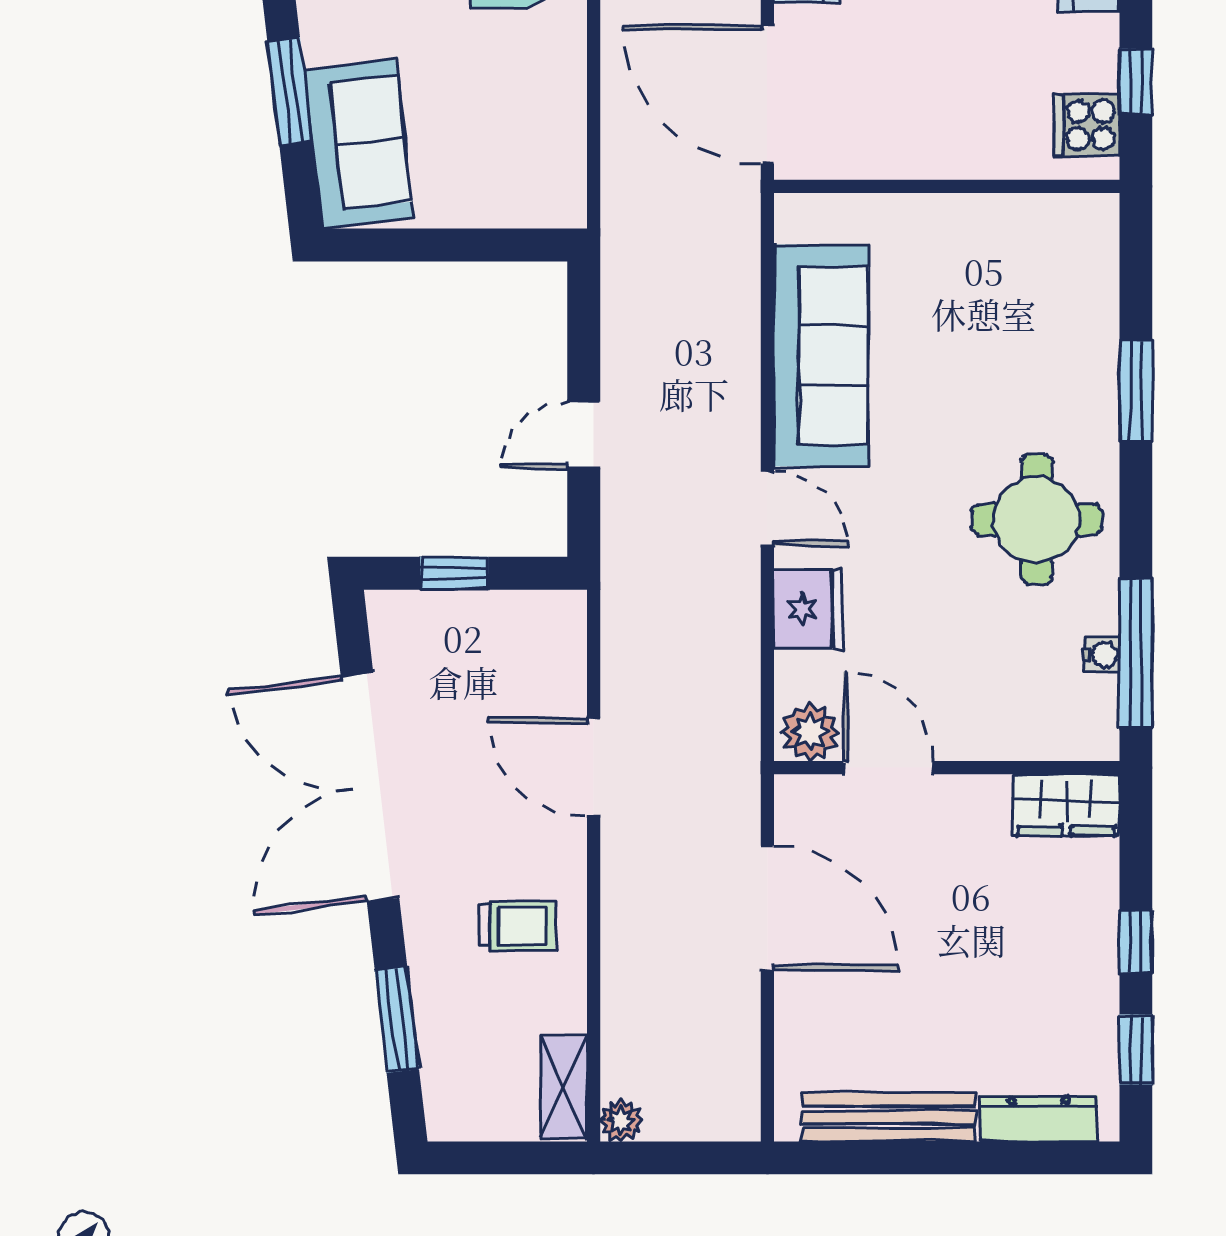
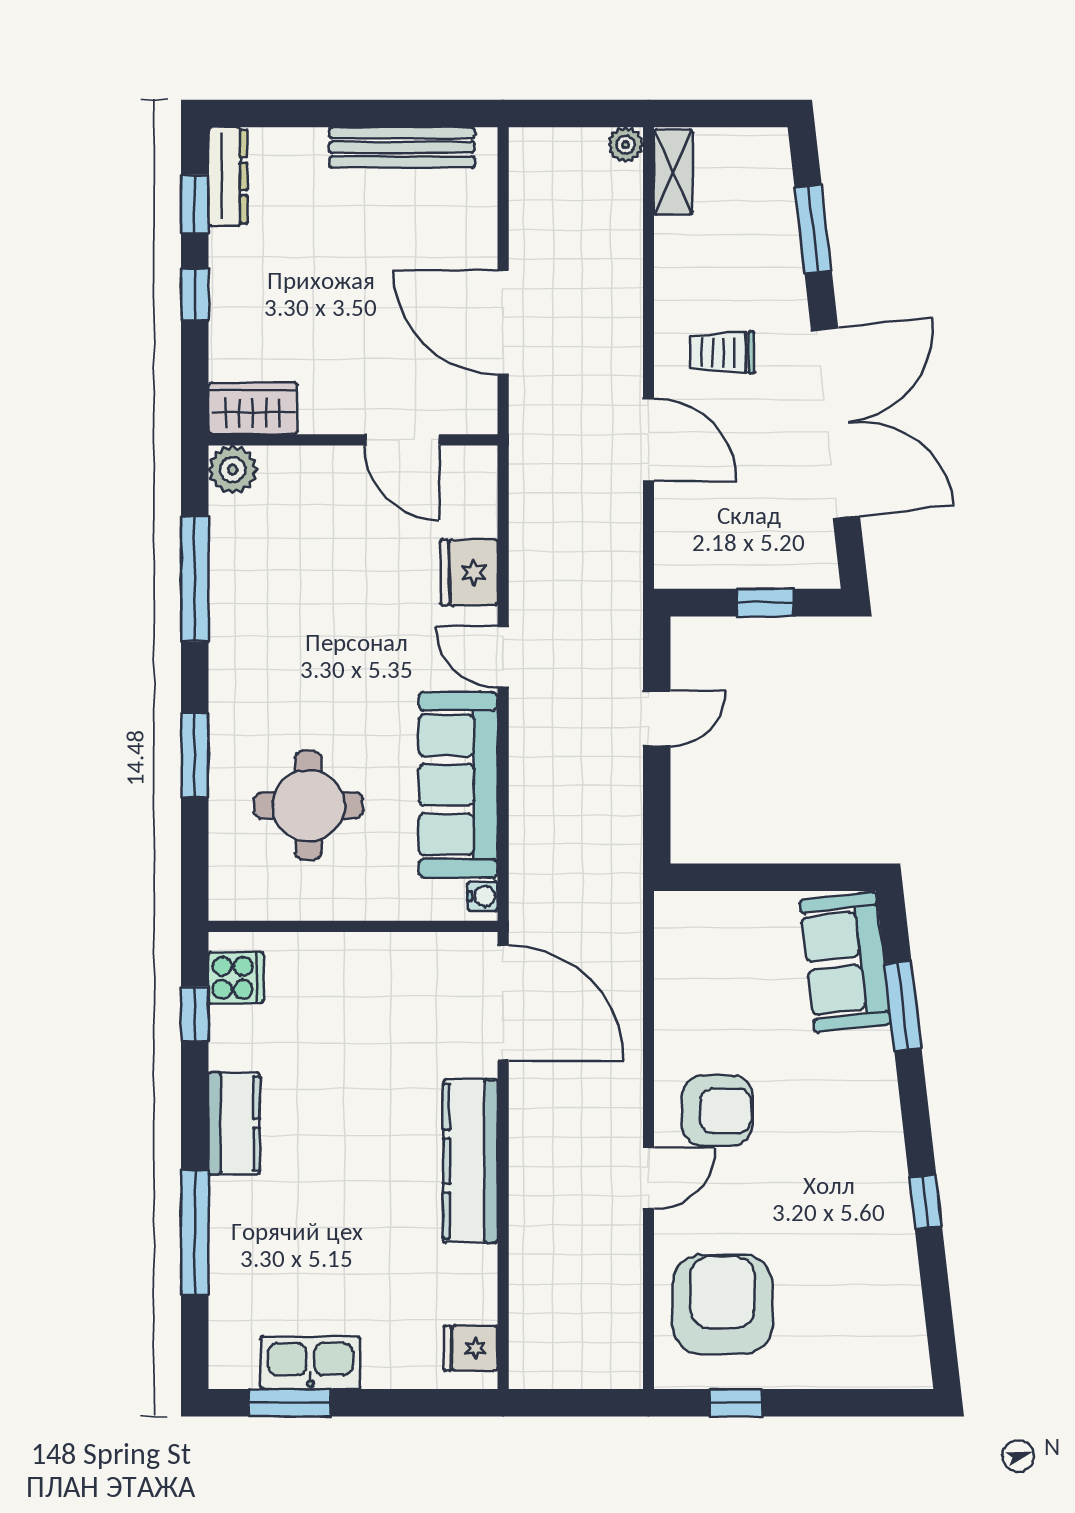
round table: (1037, 520) -> (308, 806), moved
window: (1136, 653) -> (195, 579), moved
water cooler: (1102, 655) -> (483, 896), moved, turned 180
plant: (810, 732) -> (233, 470), moved
trolley: (517, 926) -> (722, 352), moved
dresser: (1039, 1118) -> (228, 176), moved, turned -90

